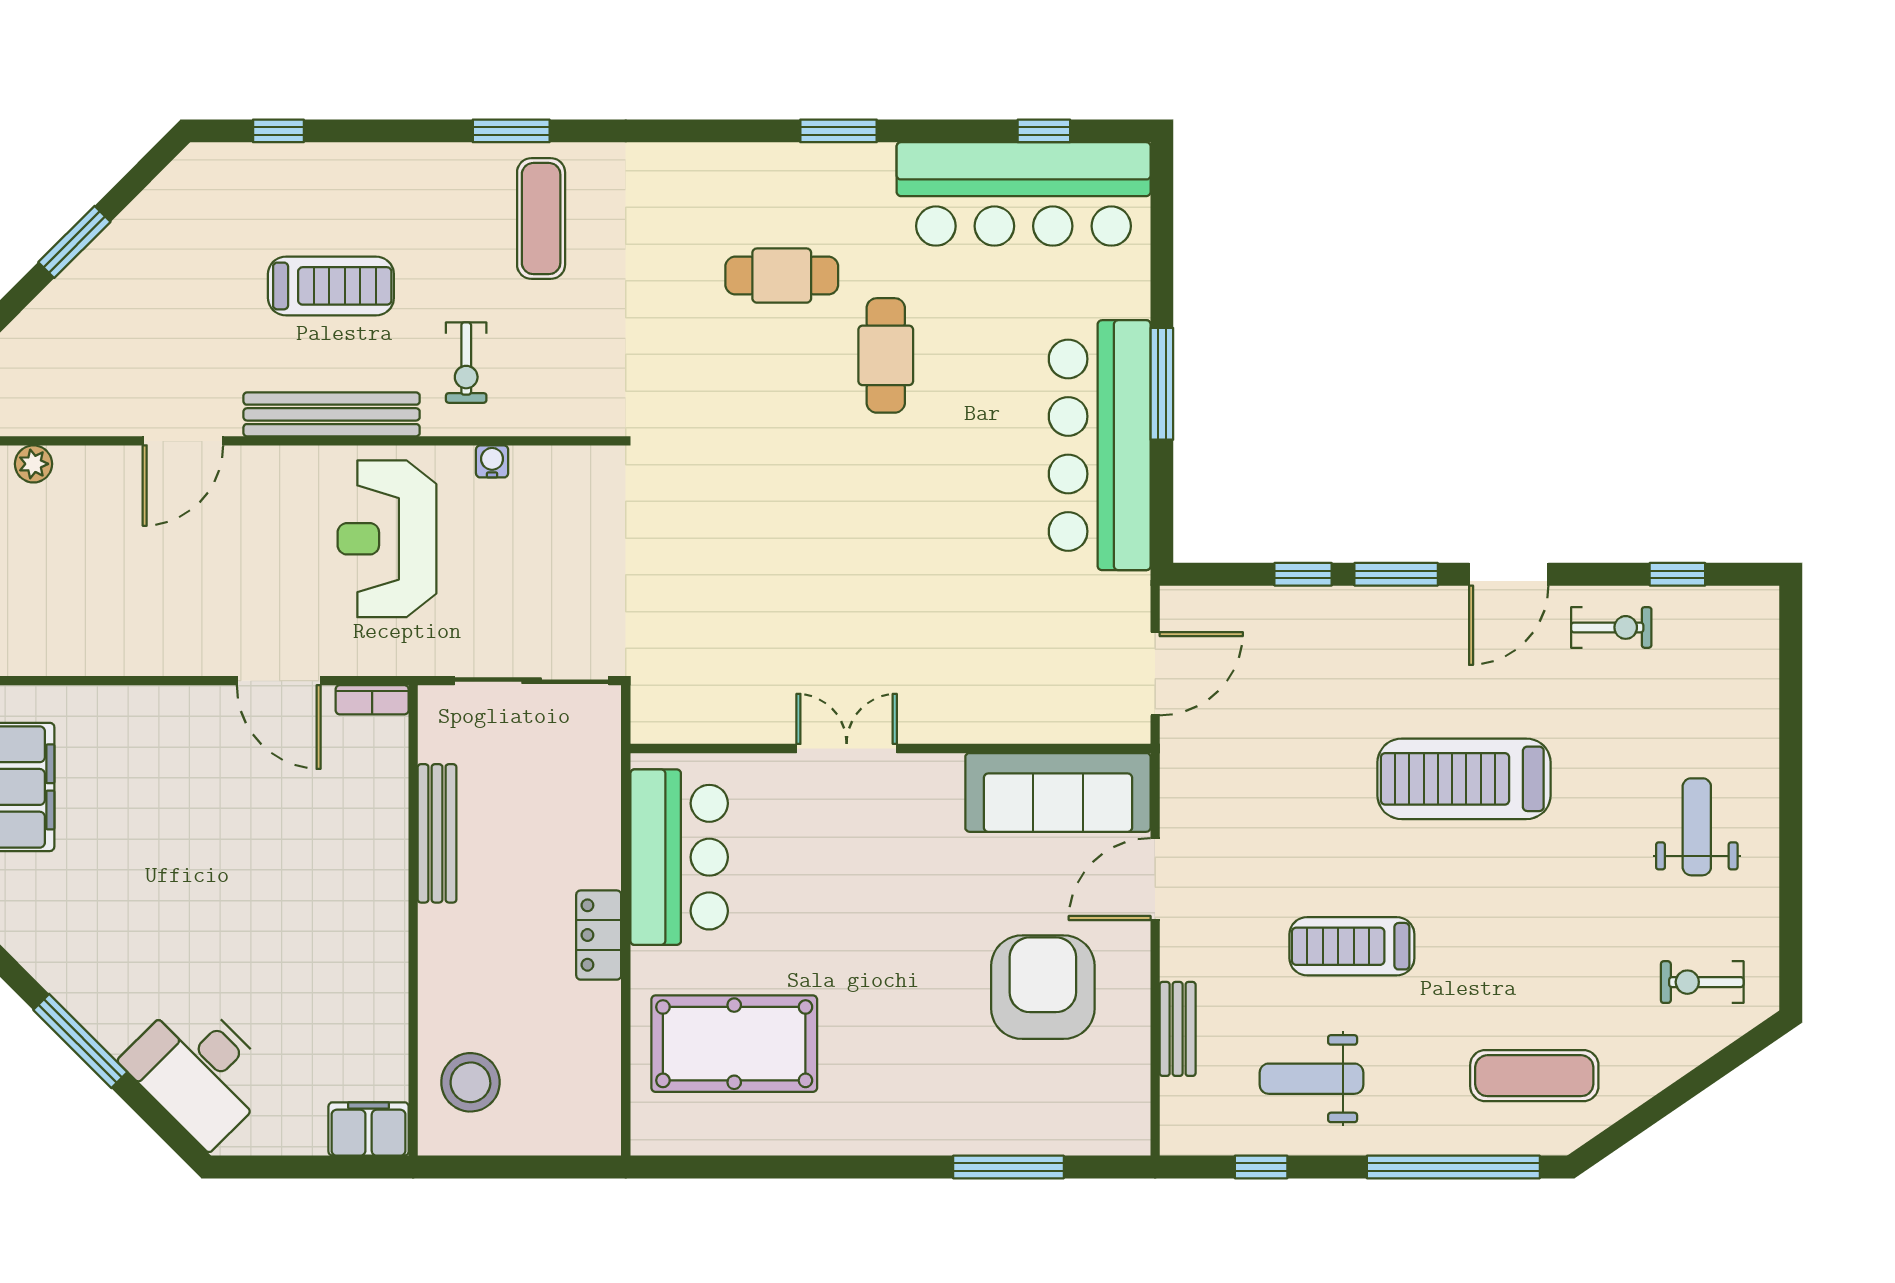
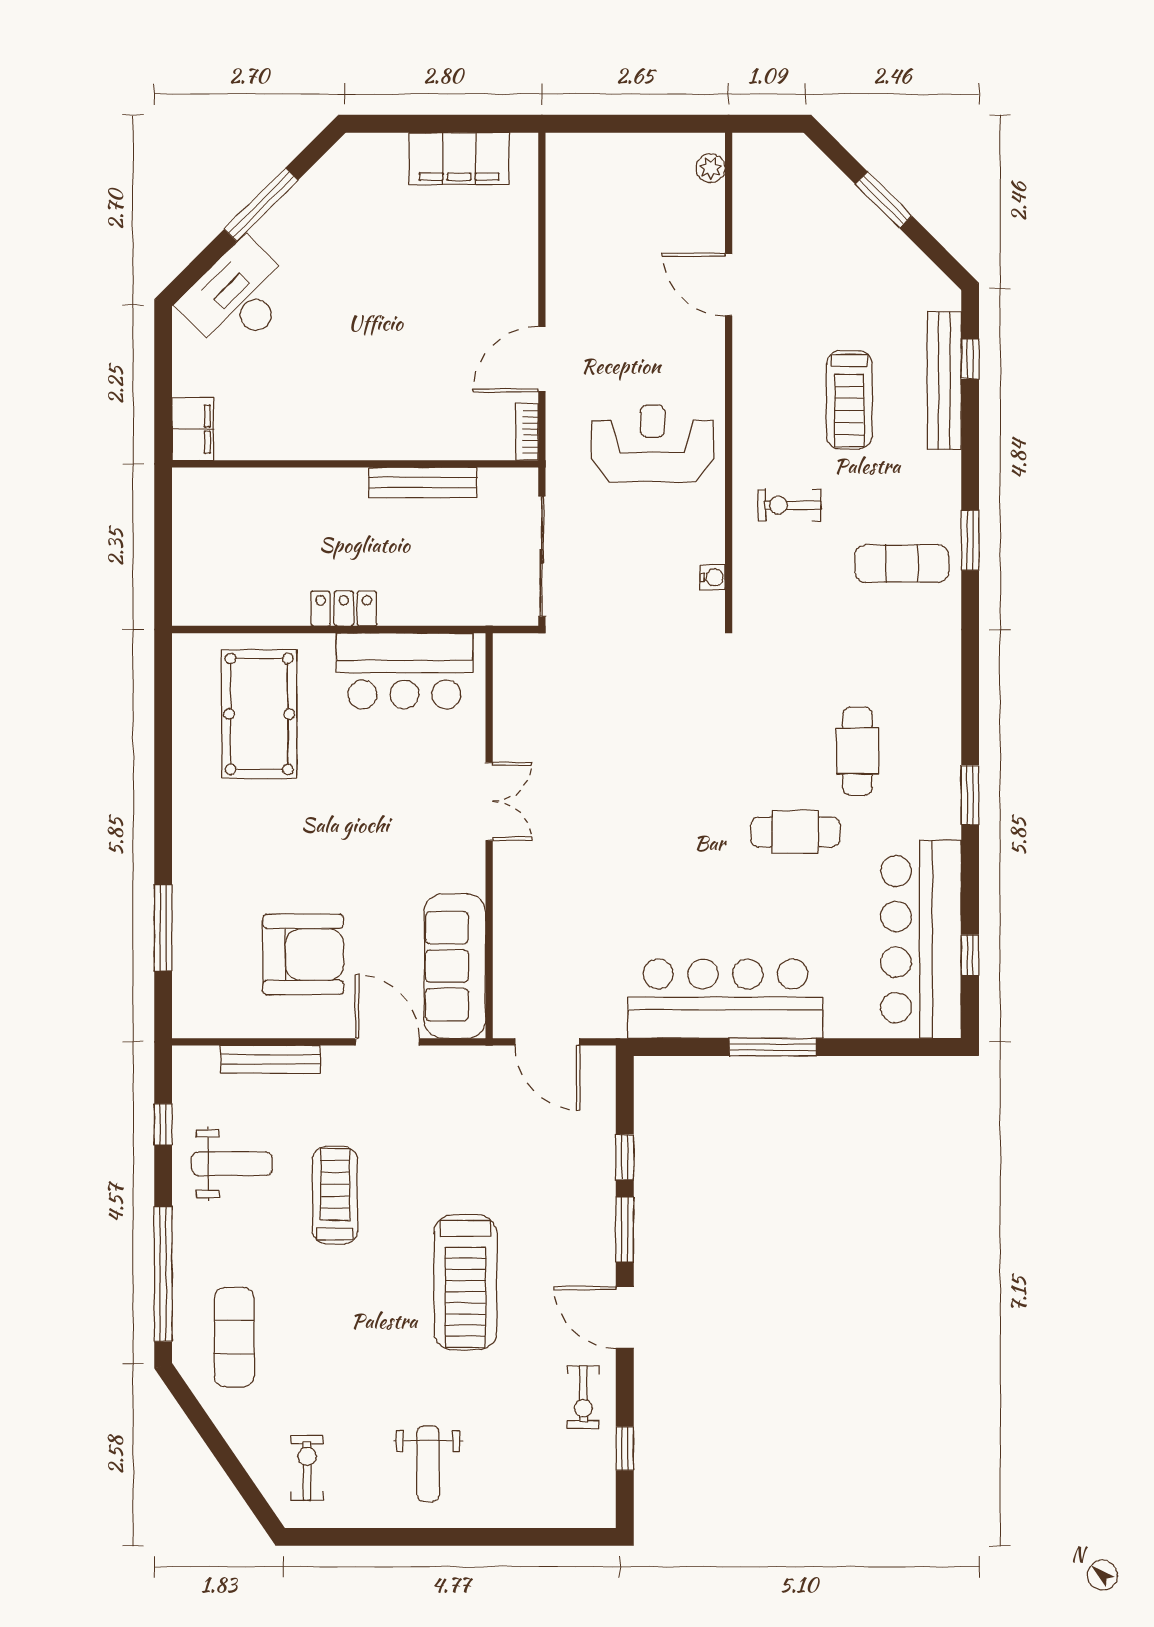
bench: (332, 414) -> (944, 381), moved
water cooler: (492, 461) -> (713, 577), moved
treadmill: (1464, 779) -> (465, 1282), turned 180
weight bench: (1697, 827) -> (428, 1464), turned 90
bench: (1178, 1029) -> (271, 1059), width x1.36
weight bench: (1312, 1079) -> (232, 1164), turned 90
stool: (470, 1082) -> (229, 509), removed

